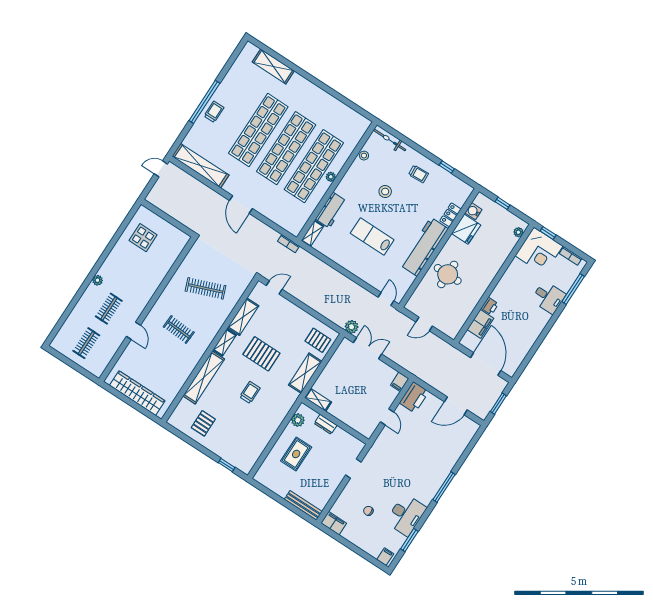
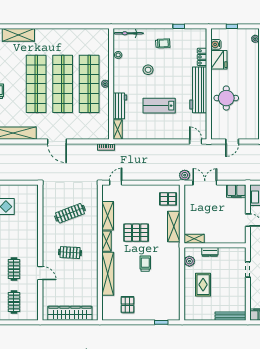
filing cabinet: (400, 382) -> (236, 191), width x2.00

